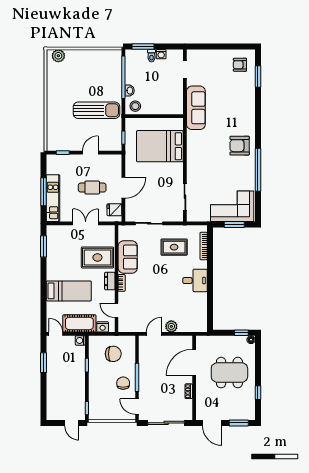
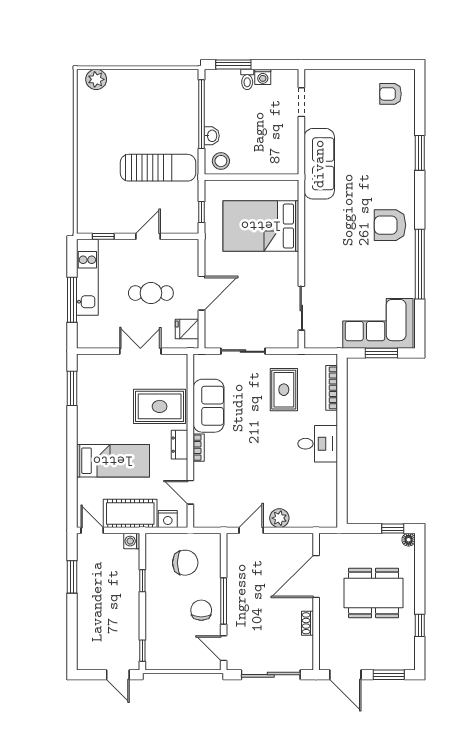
window: (258, 76) -> (420, 153), moved
kitchen unit: (53, 198) -> (87, 277), moved
rug: (174, 247) -> (284, 390), turned 90

